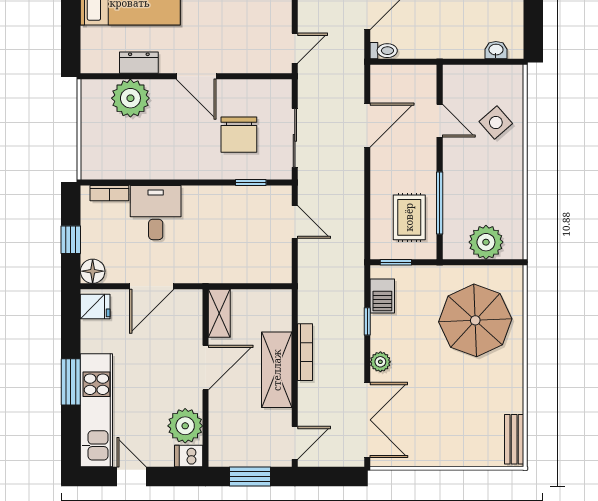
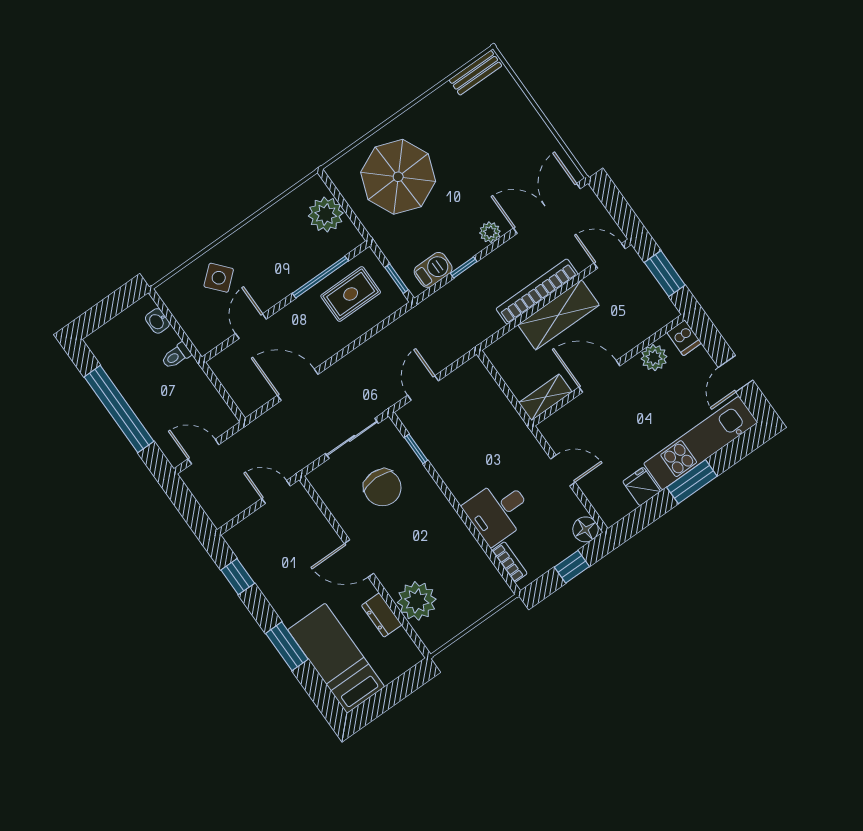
toilet: (384, 51) -> (176, 356), moved, turned -90
door: (196, 76) -> (359, 558), swing flipped
chair: (239, 135) -> (383, 488), turned 90
door: (152, 286) -> (563, 470), width x0.73
fridge: (95, 306) -> (642, 486), moved
bookcase: (305, 352) -> (537, 292), width x1.48, depth x1.31
plant: (185, 426) -> (654, 358), width x0.73, depth x0.73

